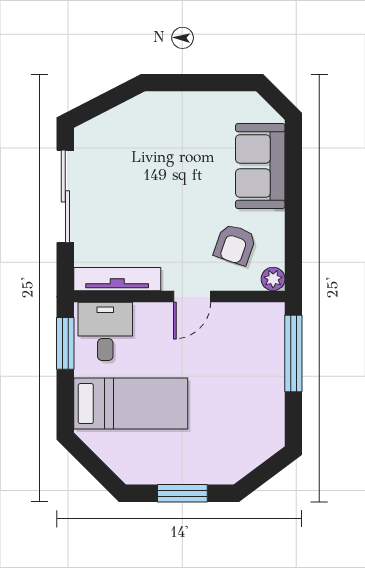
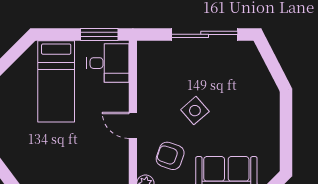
side table: (172, 210) -> (195, 111), added
tv unit: (117, 279) -> (145, 72), removed

